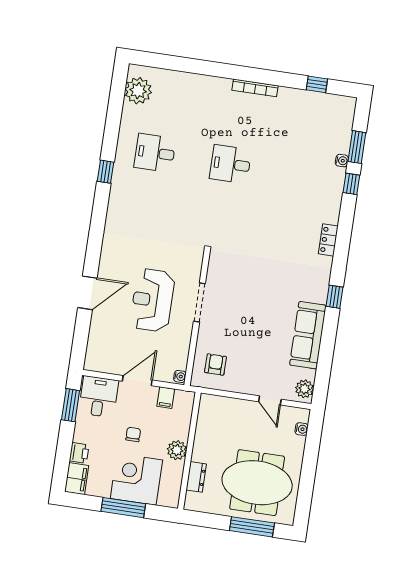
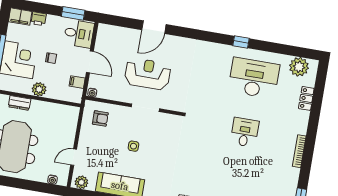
locker: (182, 80) -> (306, 98), added
desk: (155, 153) -> (254, 78), width x1.87, depth x1.30
door: (87, 293) -> (154, 27), hinge flipped
side table: (253, 318) -> (133, 146), added

